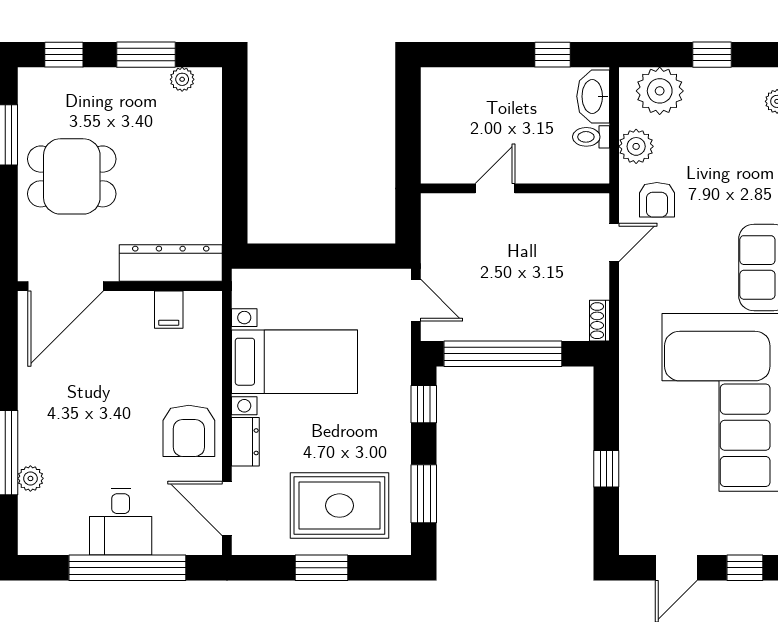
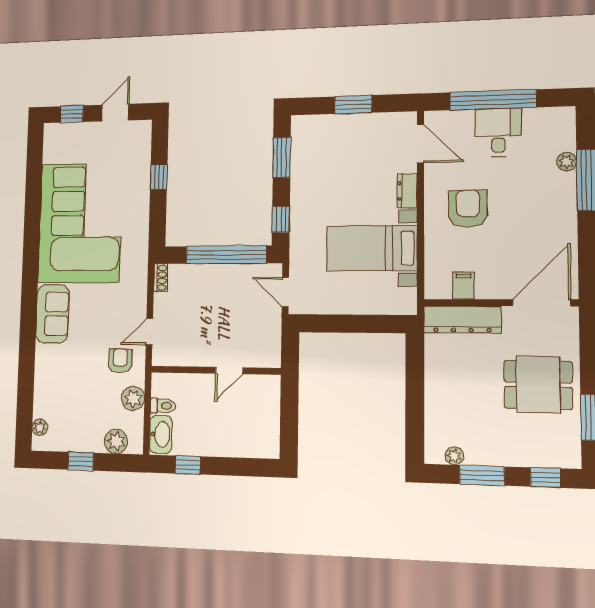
plant: (660, 91) -> (116, 441), width x0.73, depth x0.73
armchair: (189, 431) -> (468, 209), moved
rug: (339, 506) -> (340, 148), removed

